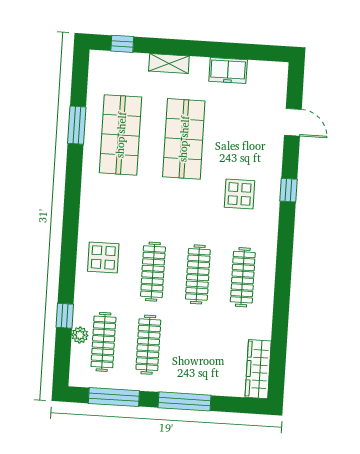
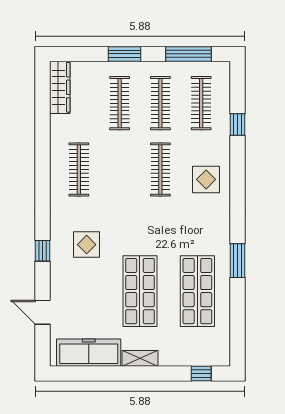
shelving: (169, 64) -> (140, 358), moved
freezer: (228, 70) -> (89, 353), width x1.91, depth x1.26
window: (77, 125) -> (238, 261), moved
clothes rail: (198, 274) -> (120, 103), moved
plant: (80, 335) -> (223, 108), removed
window: (184, 401) -> (124, 54), width x0.69

